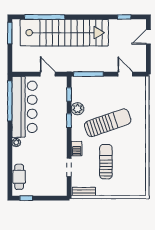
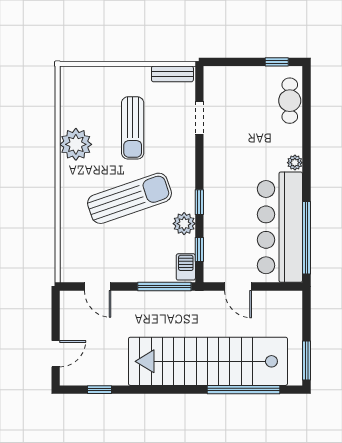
sun lounger: (108, 123) -> (129, 198), turned 180
barbecue: (77, 149) -> (186, 267), moved
plant: (137, 153) -> (76, 144), added

